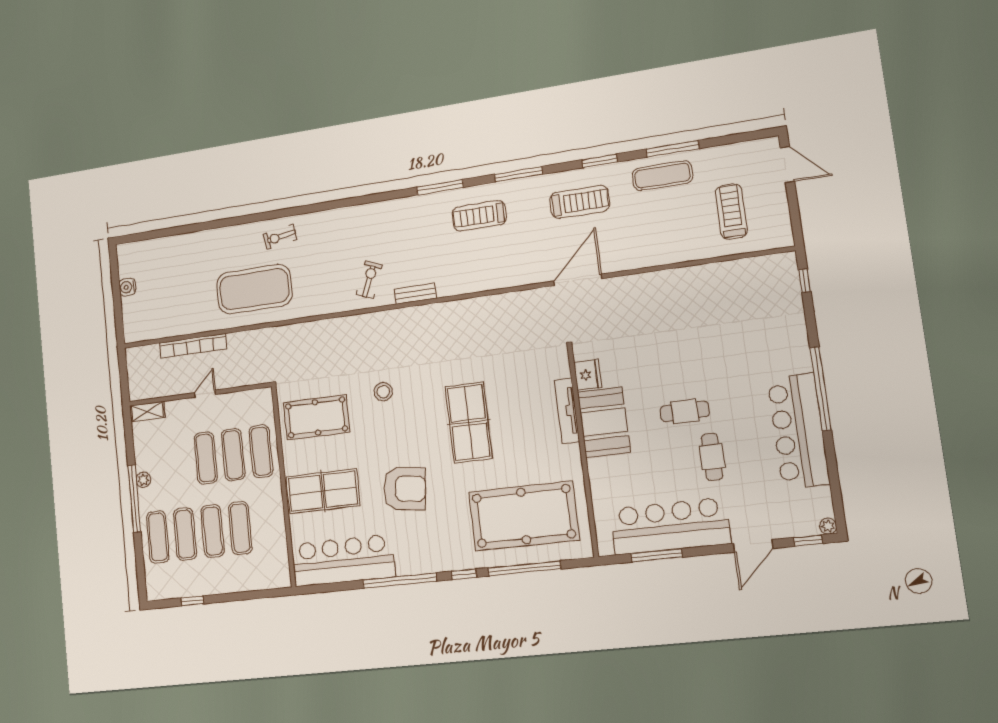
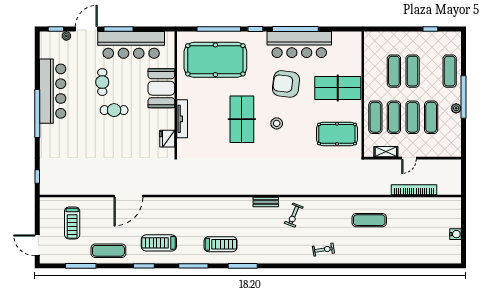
window: (673, 149) -> (81, 266), moved
exercise bike: (280, 237) -> (323, 250), moved
door: (578, 280) -> (128, 196), moved
exercise mat: (254, 289) -> (369, 220), width x0.50, depth x0.69
stool: (383, 392) -> (277, 123), moved
shelving: (147, 411) -> (386, 152), moved
booth: (604, 422) -> (161, 88), moved
plant: (828, 526) -> (66, 36), moved
exercise mat: (185, 534) -> (431, 117), moved
window: (657, 555) -> (118, 29), moved
bar counter: (343, 561) -> (299, 44), moved

